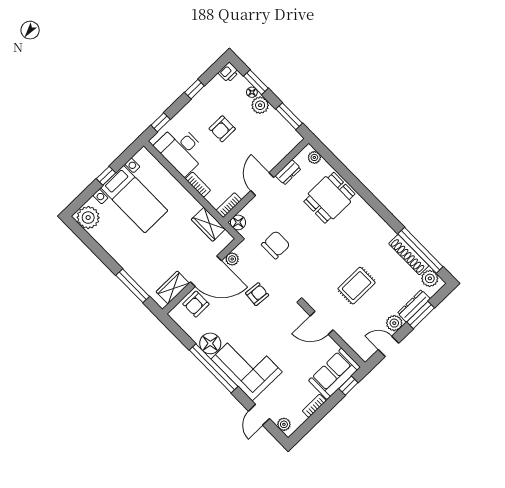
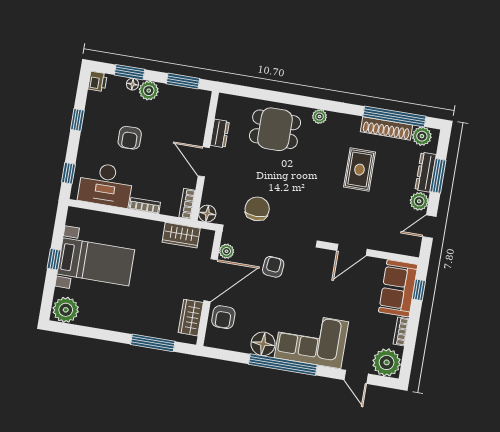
plant: (314, 157) -> (319, 117), moved
dining table: (329, 198) -> (275, 129), turned 90
rug: (357, 286) -> (360, 170), moved
plant: (284, 424) -> (387, 362), width x1.88, depth x1.88

